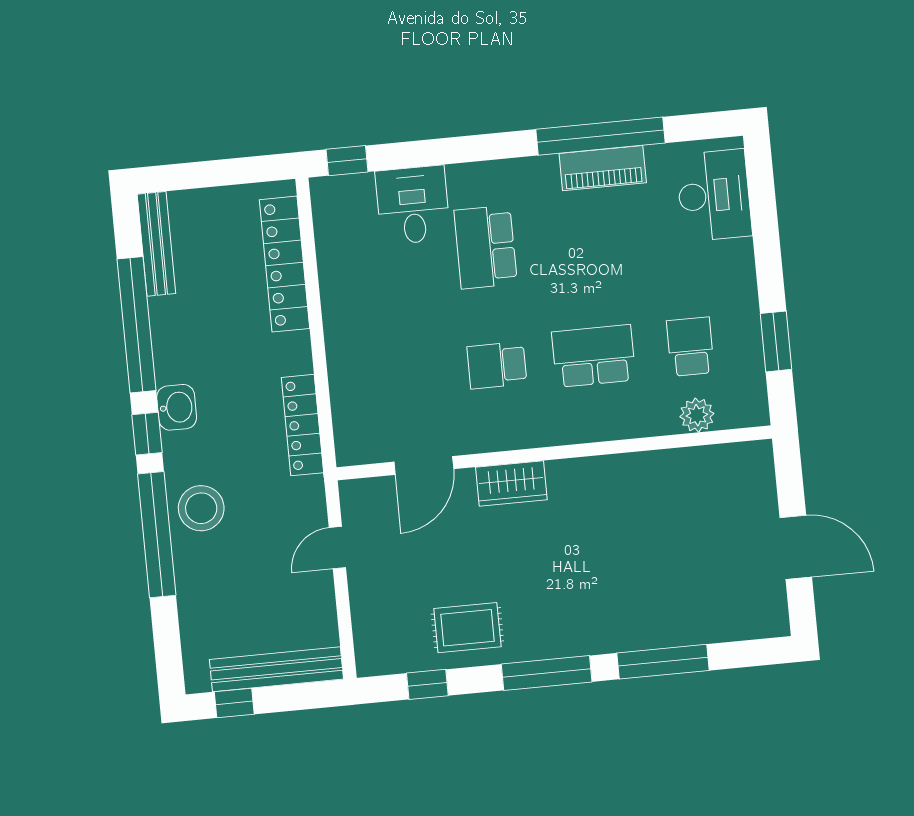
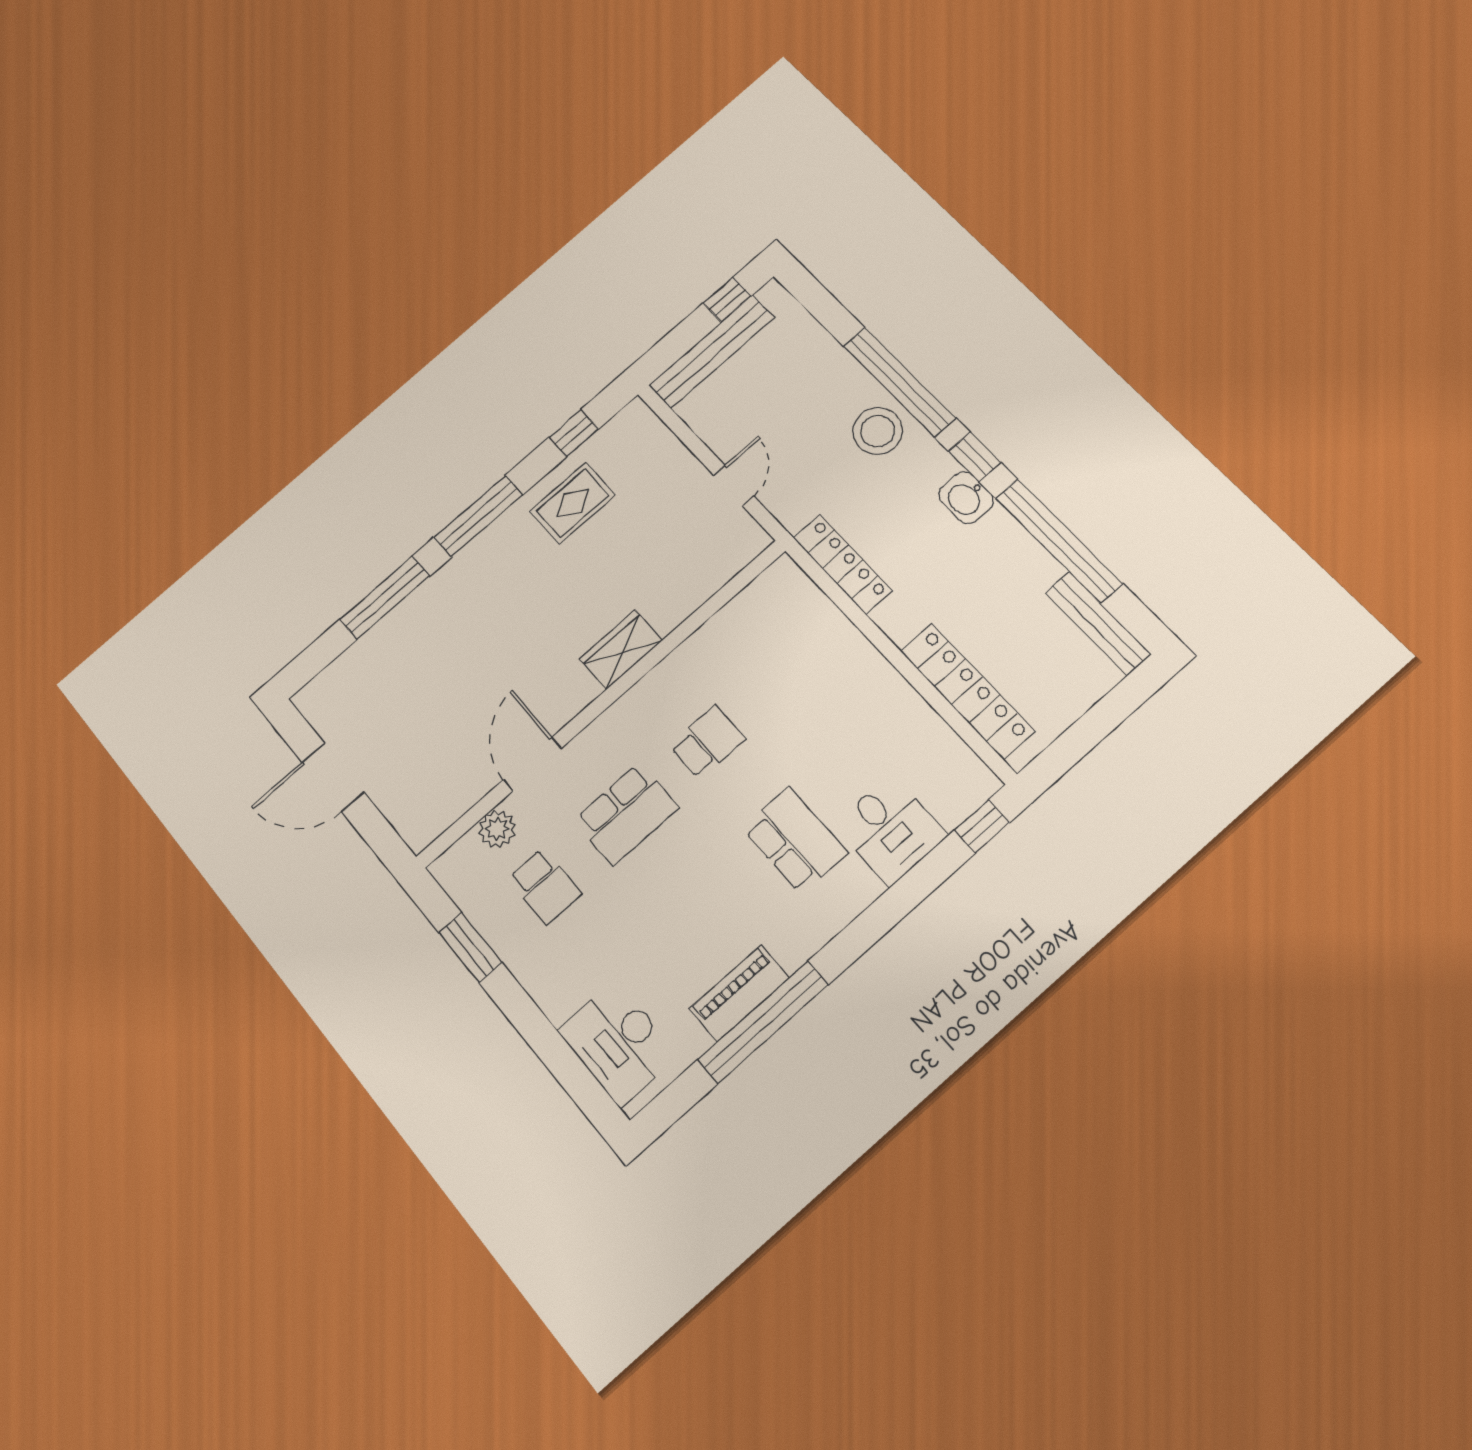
door: (424, 465) -> (532, 764), moved

